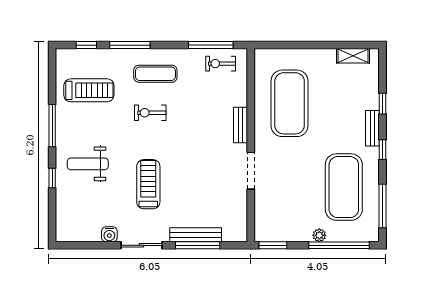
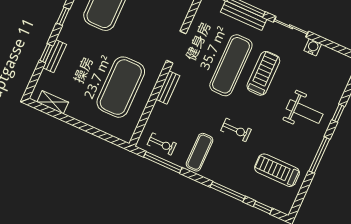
exercise mat: (155, 74) -> (200, 152), moved, turned 90
bench: (372, 128) -> (55, 56), moved
exercise mat: (186, 177) -> (231, 65), added
treadmill: (148, 184) -> (263, 73), turned 180

